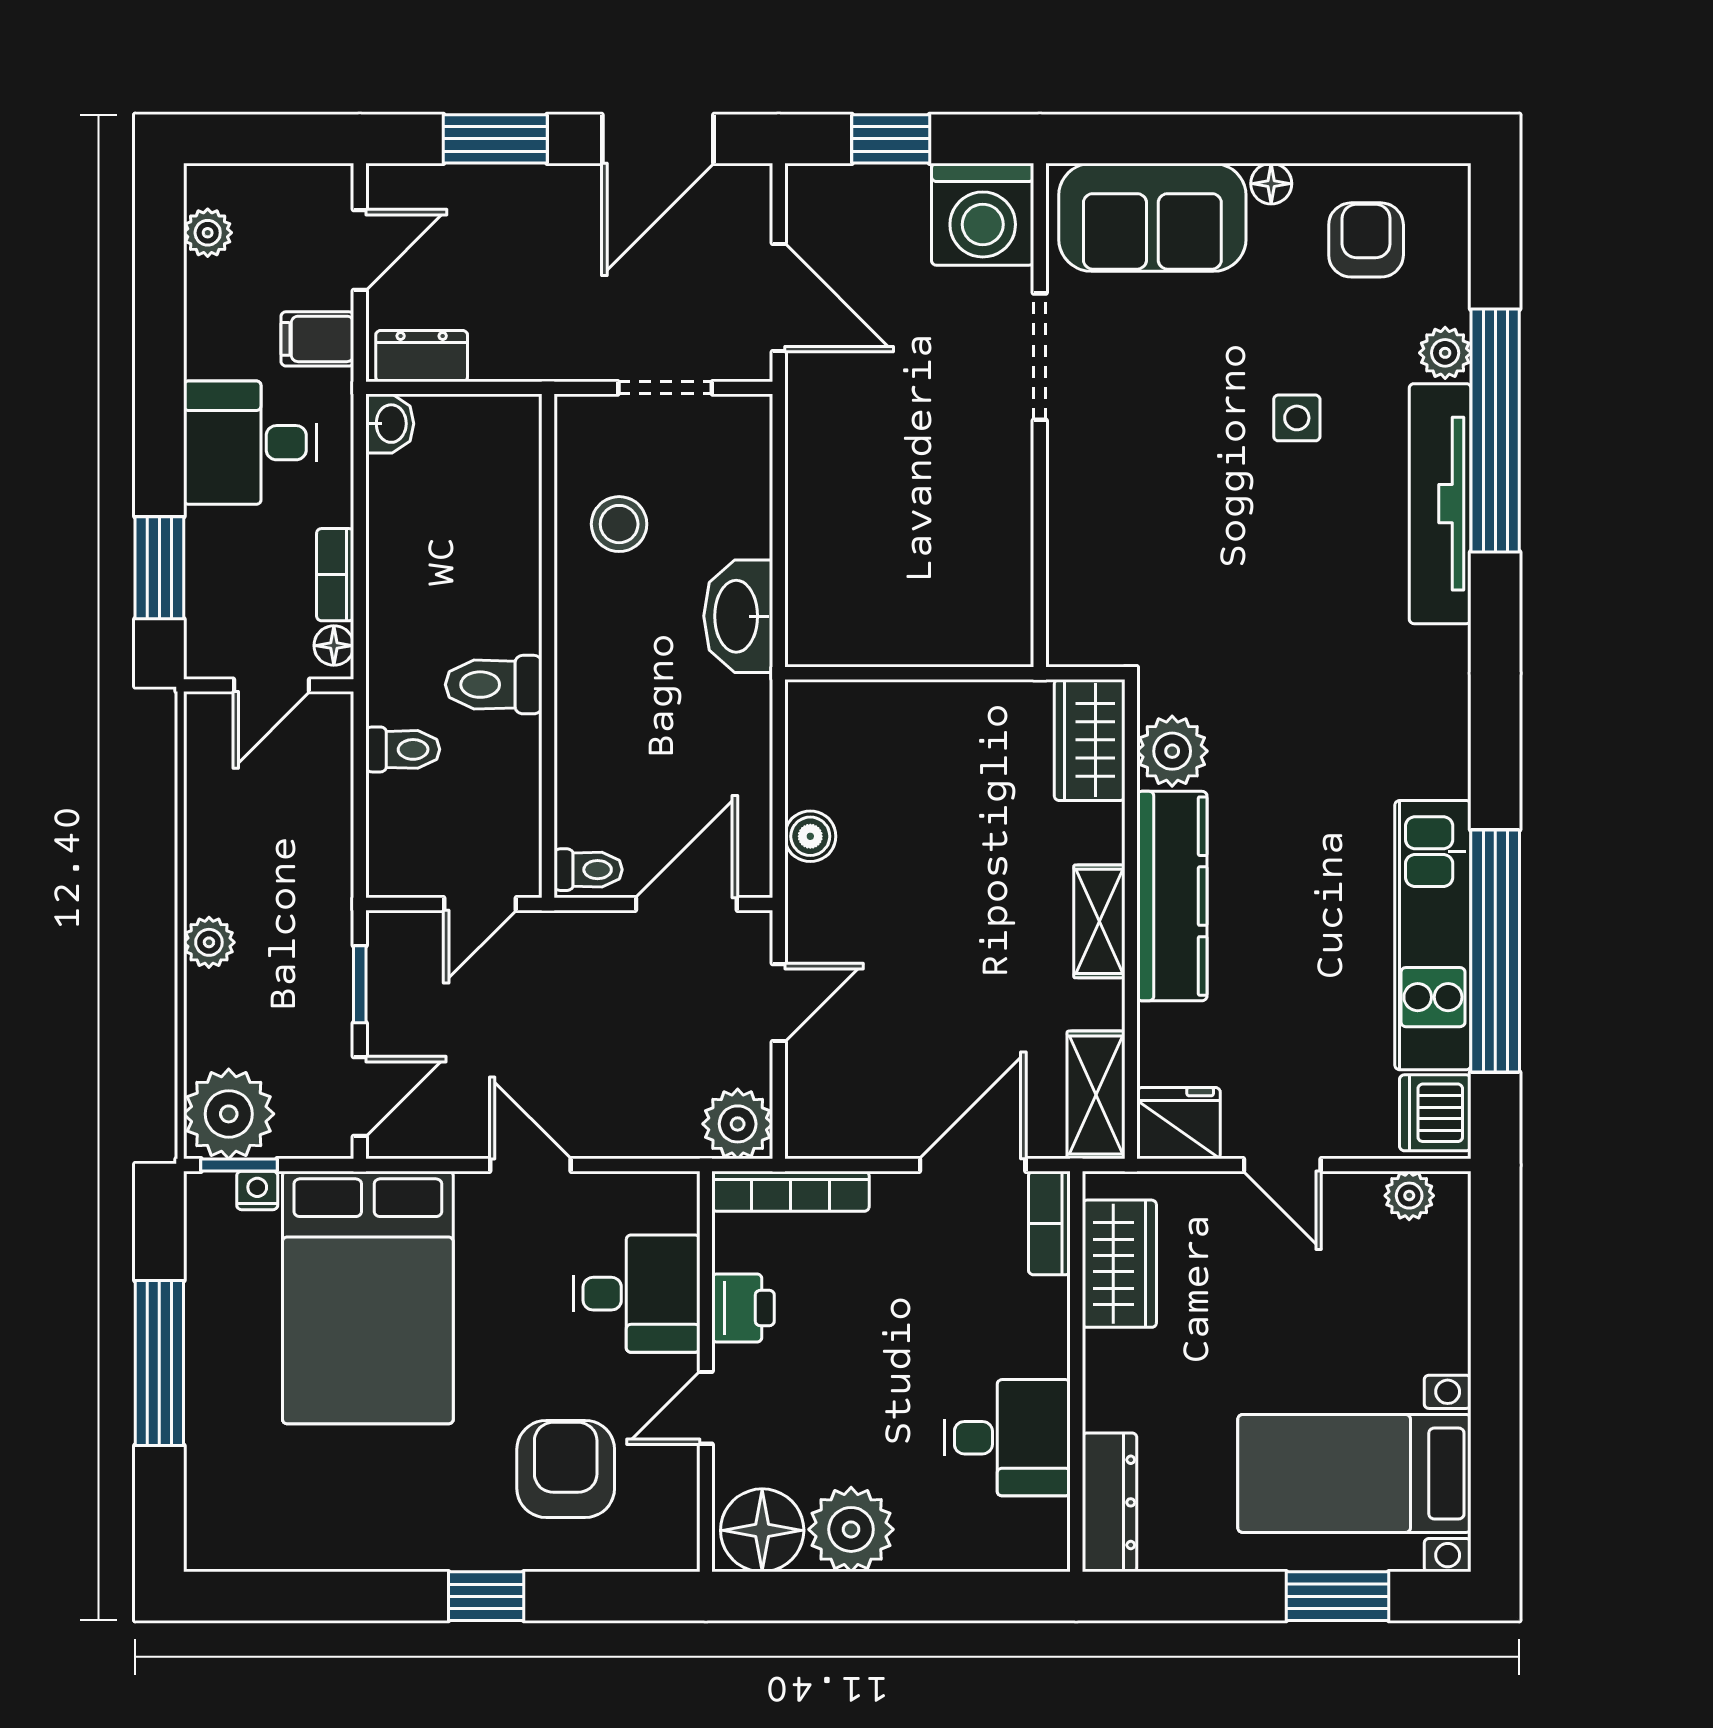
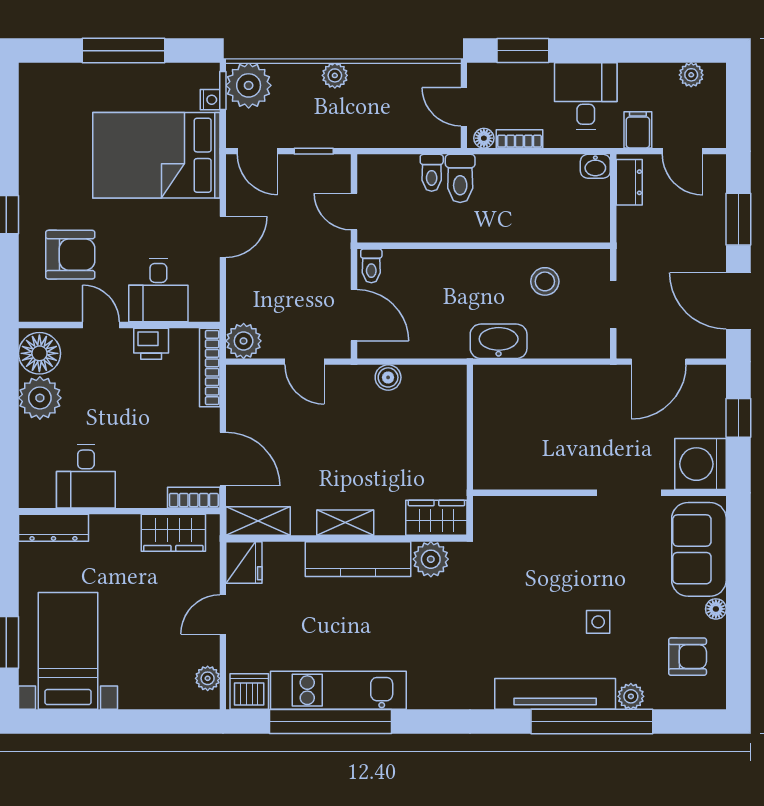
toilet: (494, 685) -> (460, 178), moved, turned 180

